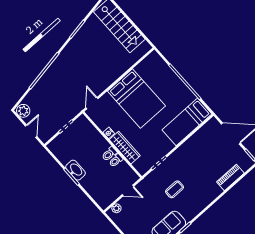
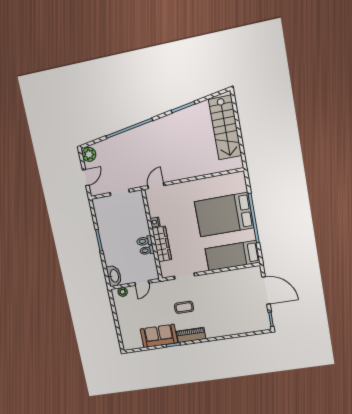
bed: (136, 99) -> (224, 215), moved, turned 90
washbasin: (76, 170) -> (114, 276), moved
piano: (230, 177) -> (191, 335), moved
door: (128, 191) -> (142, 283), hinge flipped

